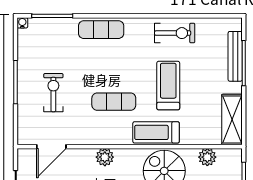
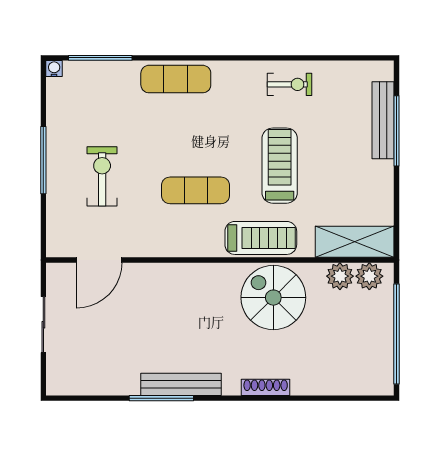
exercise bike: (175, 33) -> (290, 84), width x0.73, depth x0.72
shelving: (232, 120) -> (355, 242), moved, turned 90
treadmill: (156, 132) -> (261, 238), turned 180
plant: (105, 157) -> (369, 276), moved

